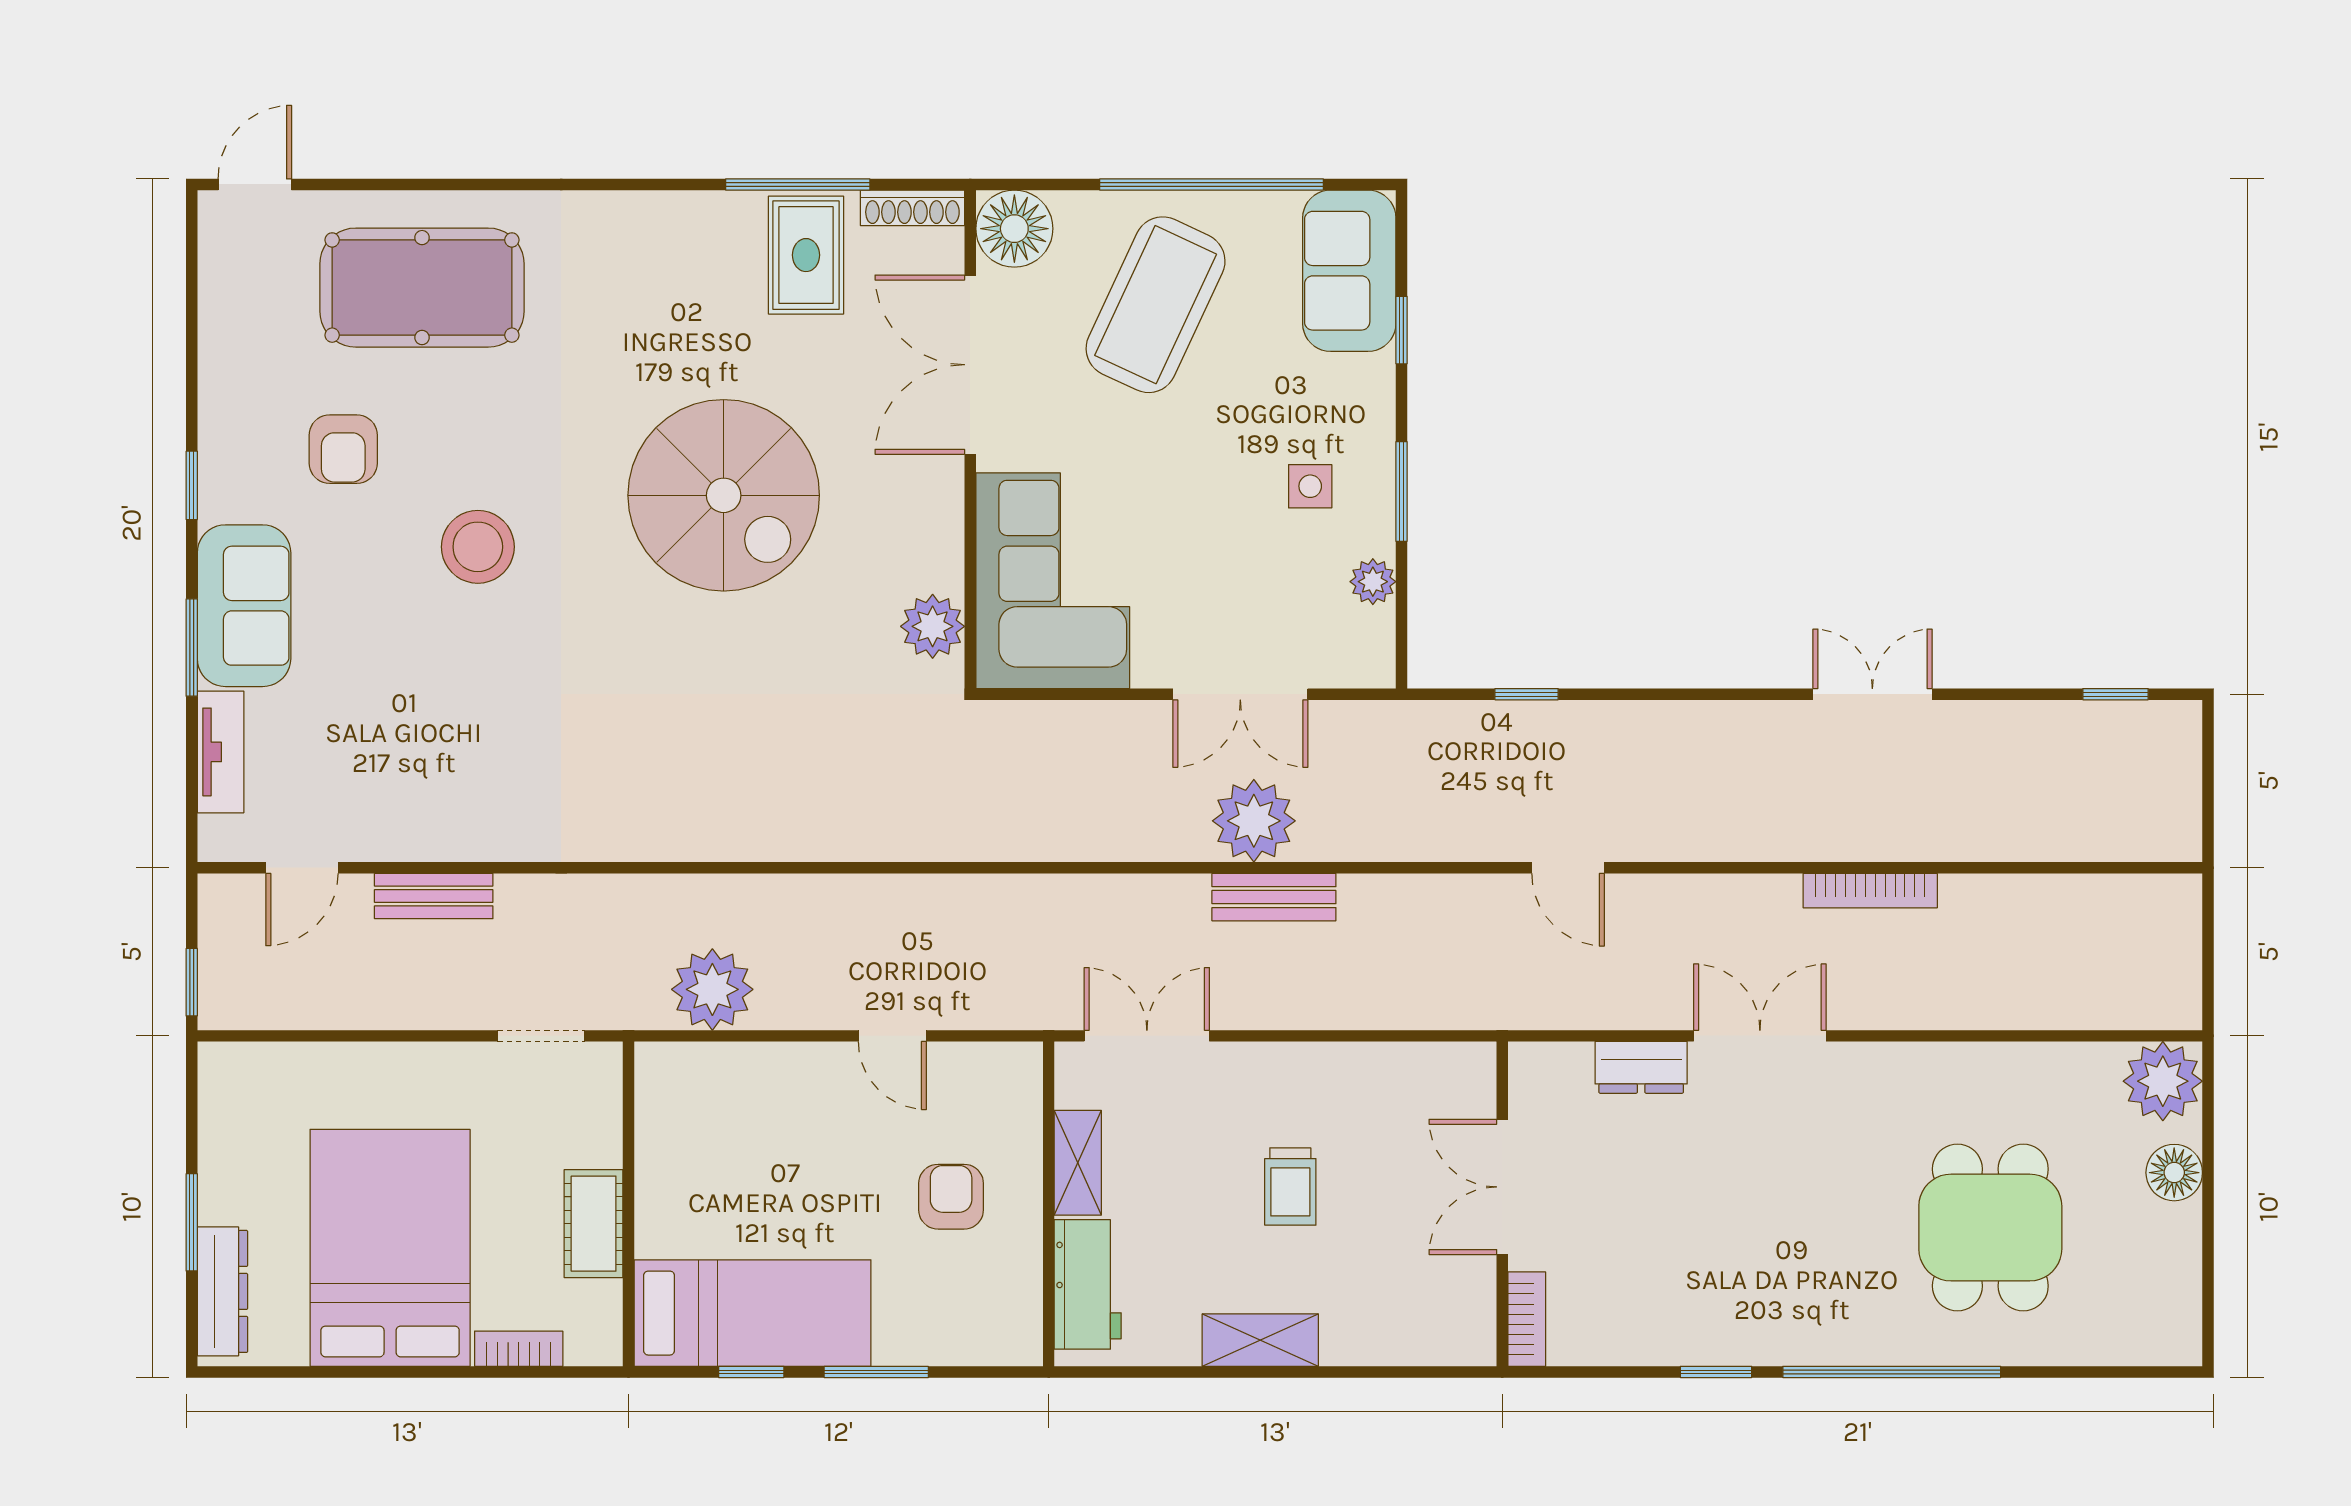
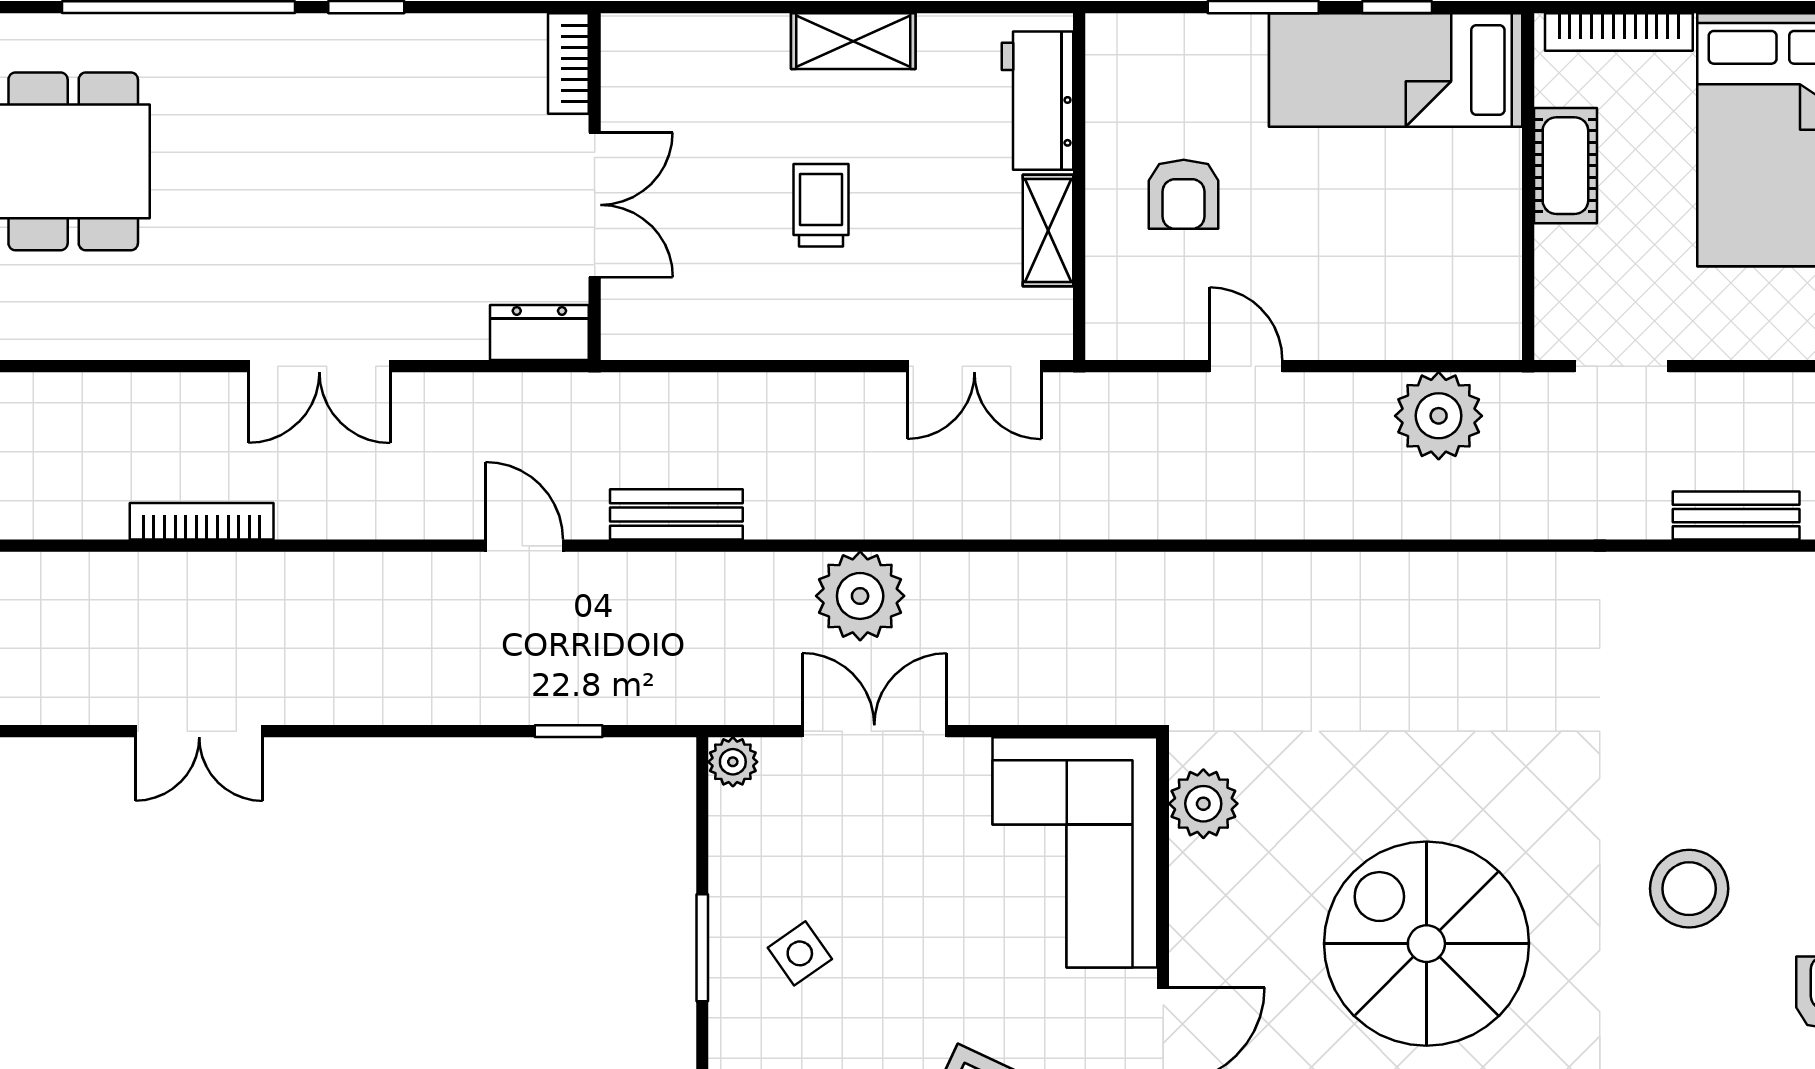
side table: (1310, 486) -> (800, 953), turned -35
plant: (1373, 582) -> (733, 762), moved
bench: (1274, 897) -> (676, 514), moved
dresser: (1641, 1067) -> (539, 333), moved
bookcase: (519, 1349) -> (1619, 32), width x1.56

